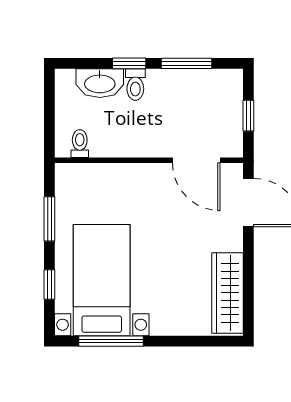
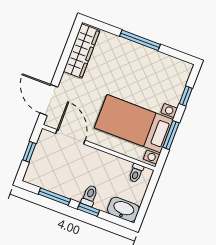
washbasin: (100, 83) -> (123, 209), moved
bed with nightstands: (102, 280) -> (134, 124), moved, turned 90
window: (111, 341) -> (140, 40), moved

